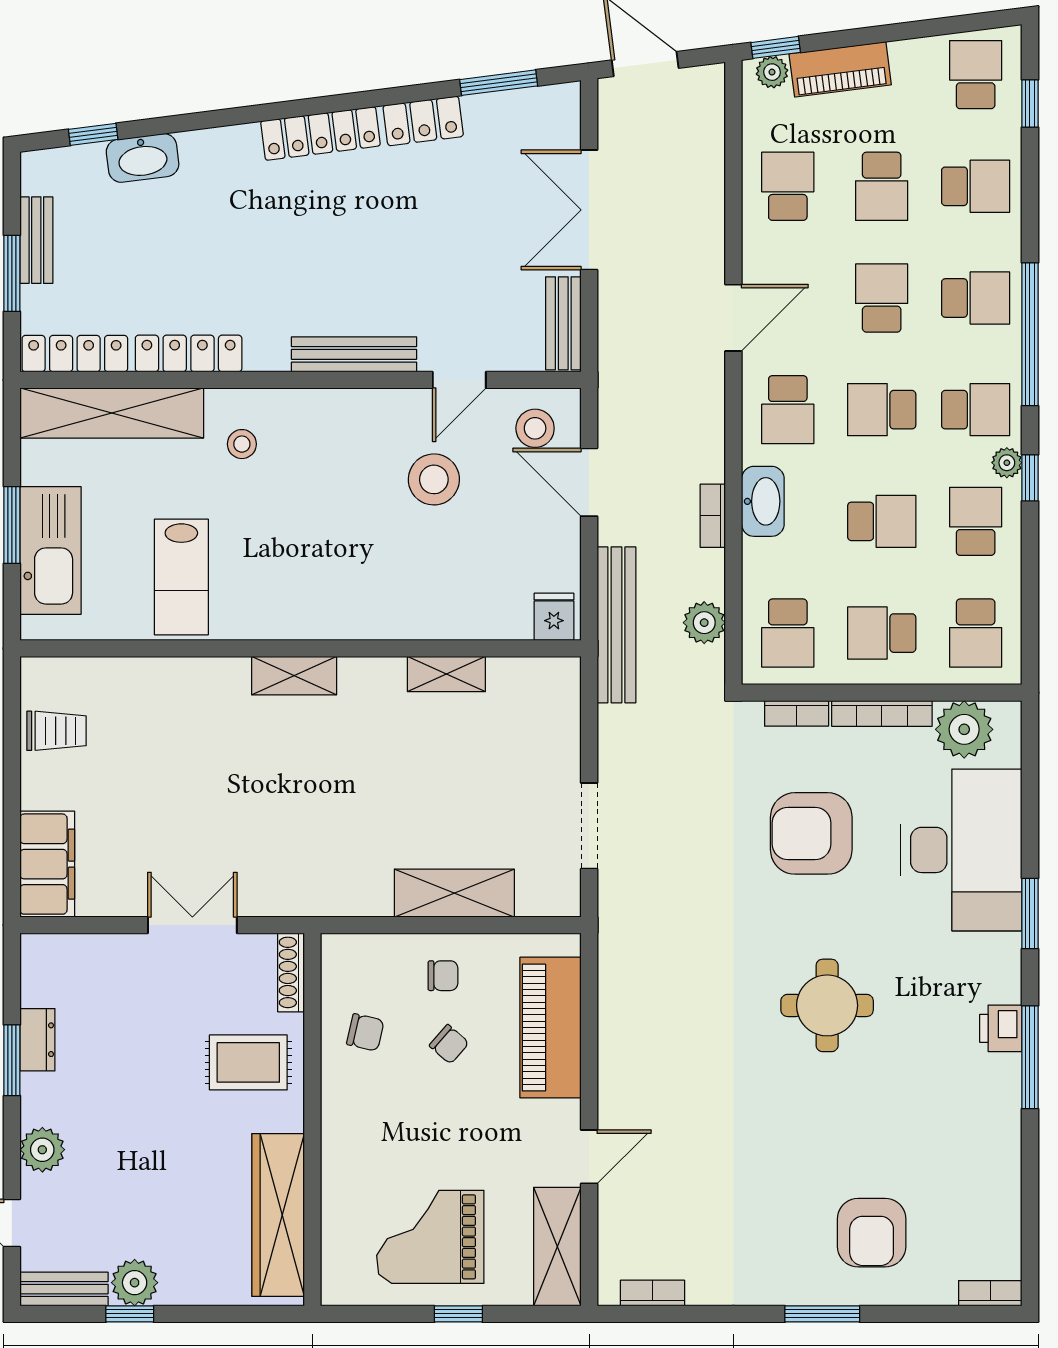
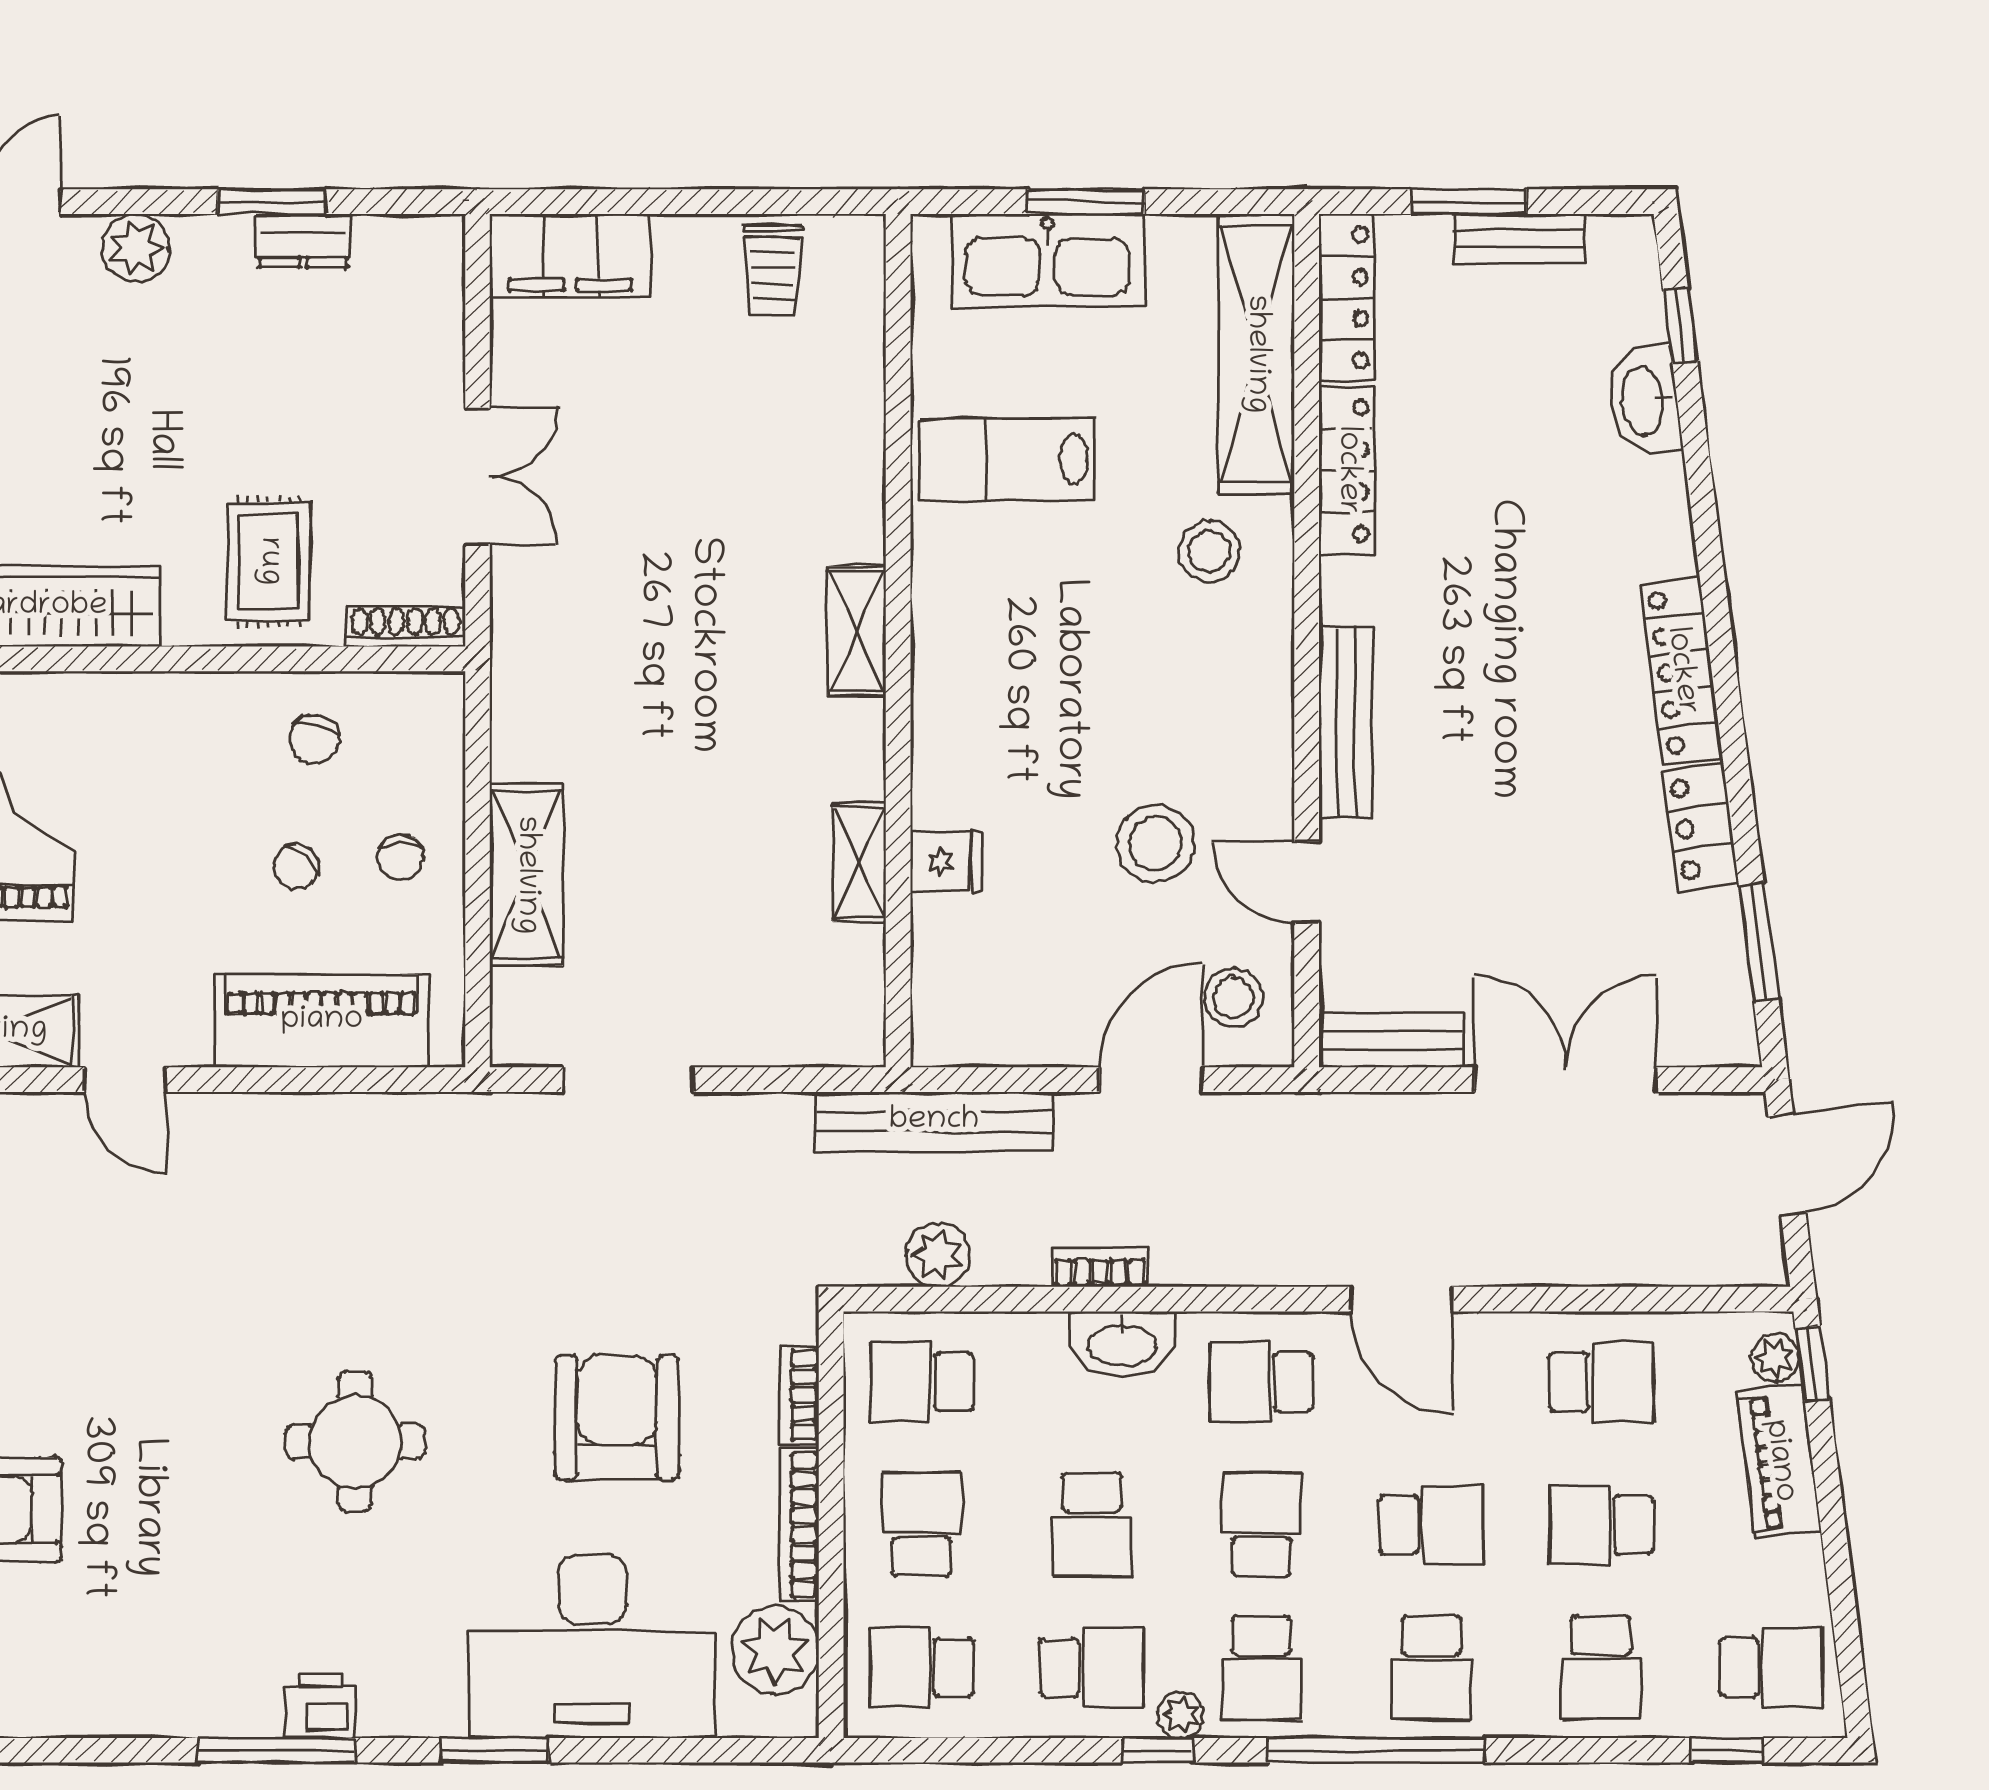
stool: (242, 444) -> (1209, 552), width x1.37, depth x1.37
fridge: (554, 617) -> (946, 861), moved

